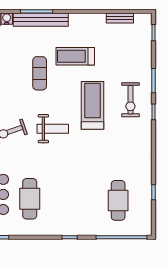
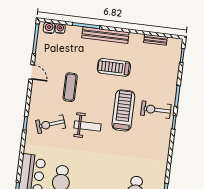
bench: (41, 20) -> (105, 35), moved
exercise mat: (40, 73) -> (70, 87), moved
exercise bike: (130, 100) -> (156, 110), turned 90

